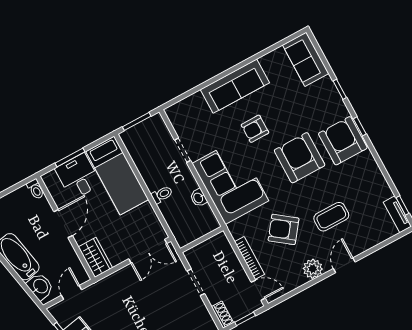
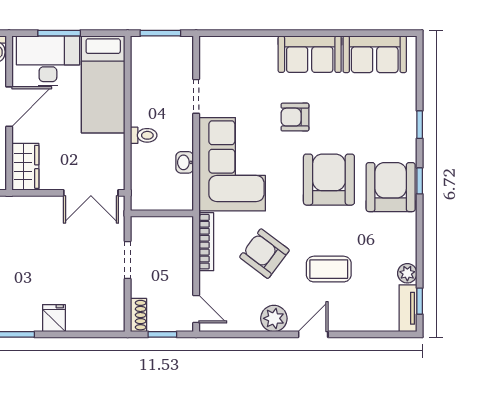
sofa: (306, 59) -> (375, 54), moved, turned -90
sofa: (235, 86) -> (310, 54), width x0.73
desk: (78, 177) -> (48, 61), width x1.37
plant: (384, 192) -> (407, 273), added
bookcase: (249, 258) -> (206, 242), moved

